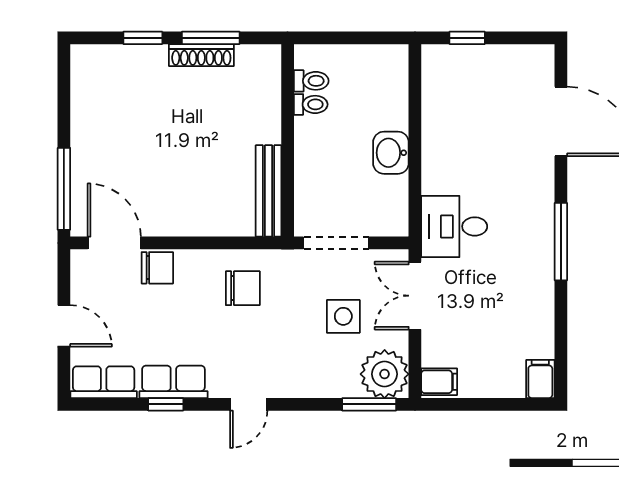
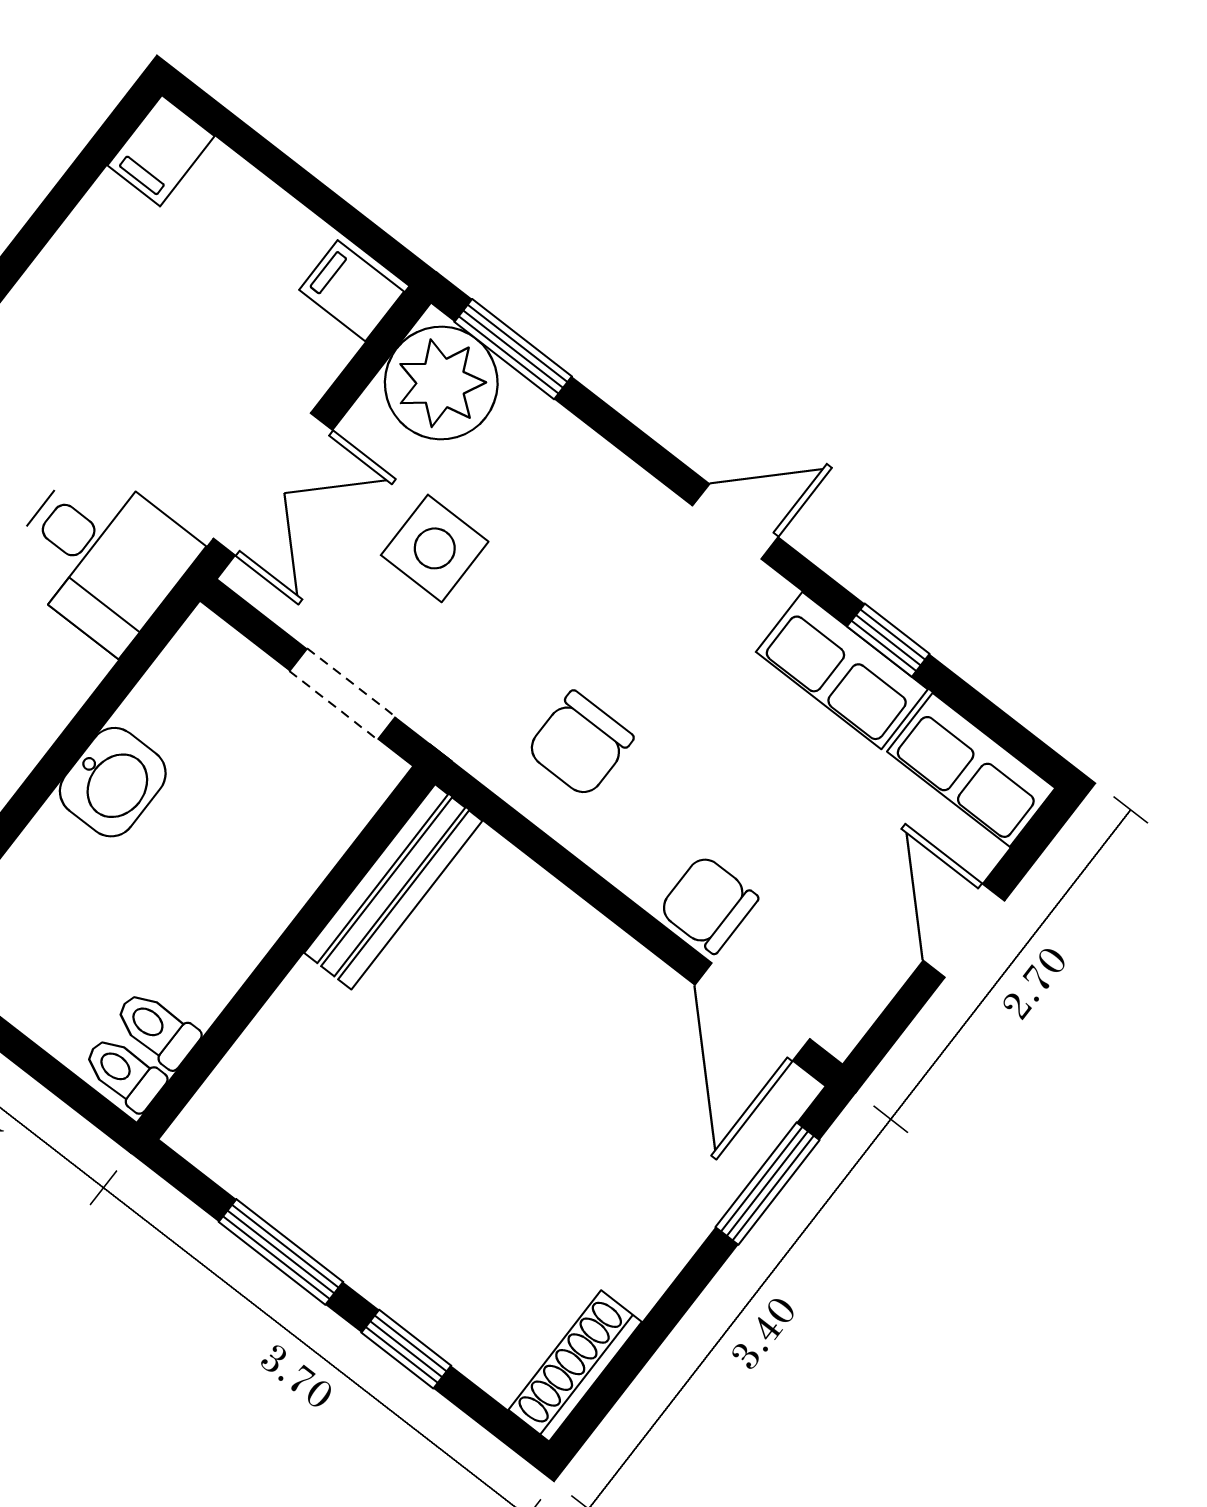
shoe rack: (201, 55) -> (575, 1366), moved, turned -90
toilet: (311, 104) -> (124, 1073), moved
window: (64, 189) -> (768, 1184), width x0.69
doorway: (336, 243) -> (342, 694), width x0.73
chair: (243, 288) -> (580, 744), turned -90

